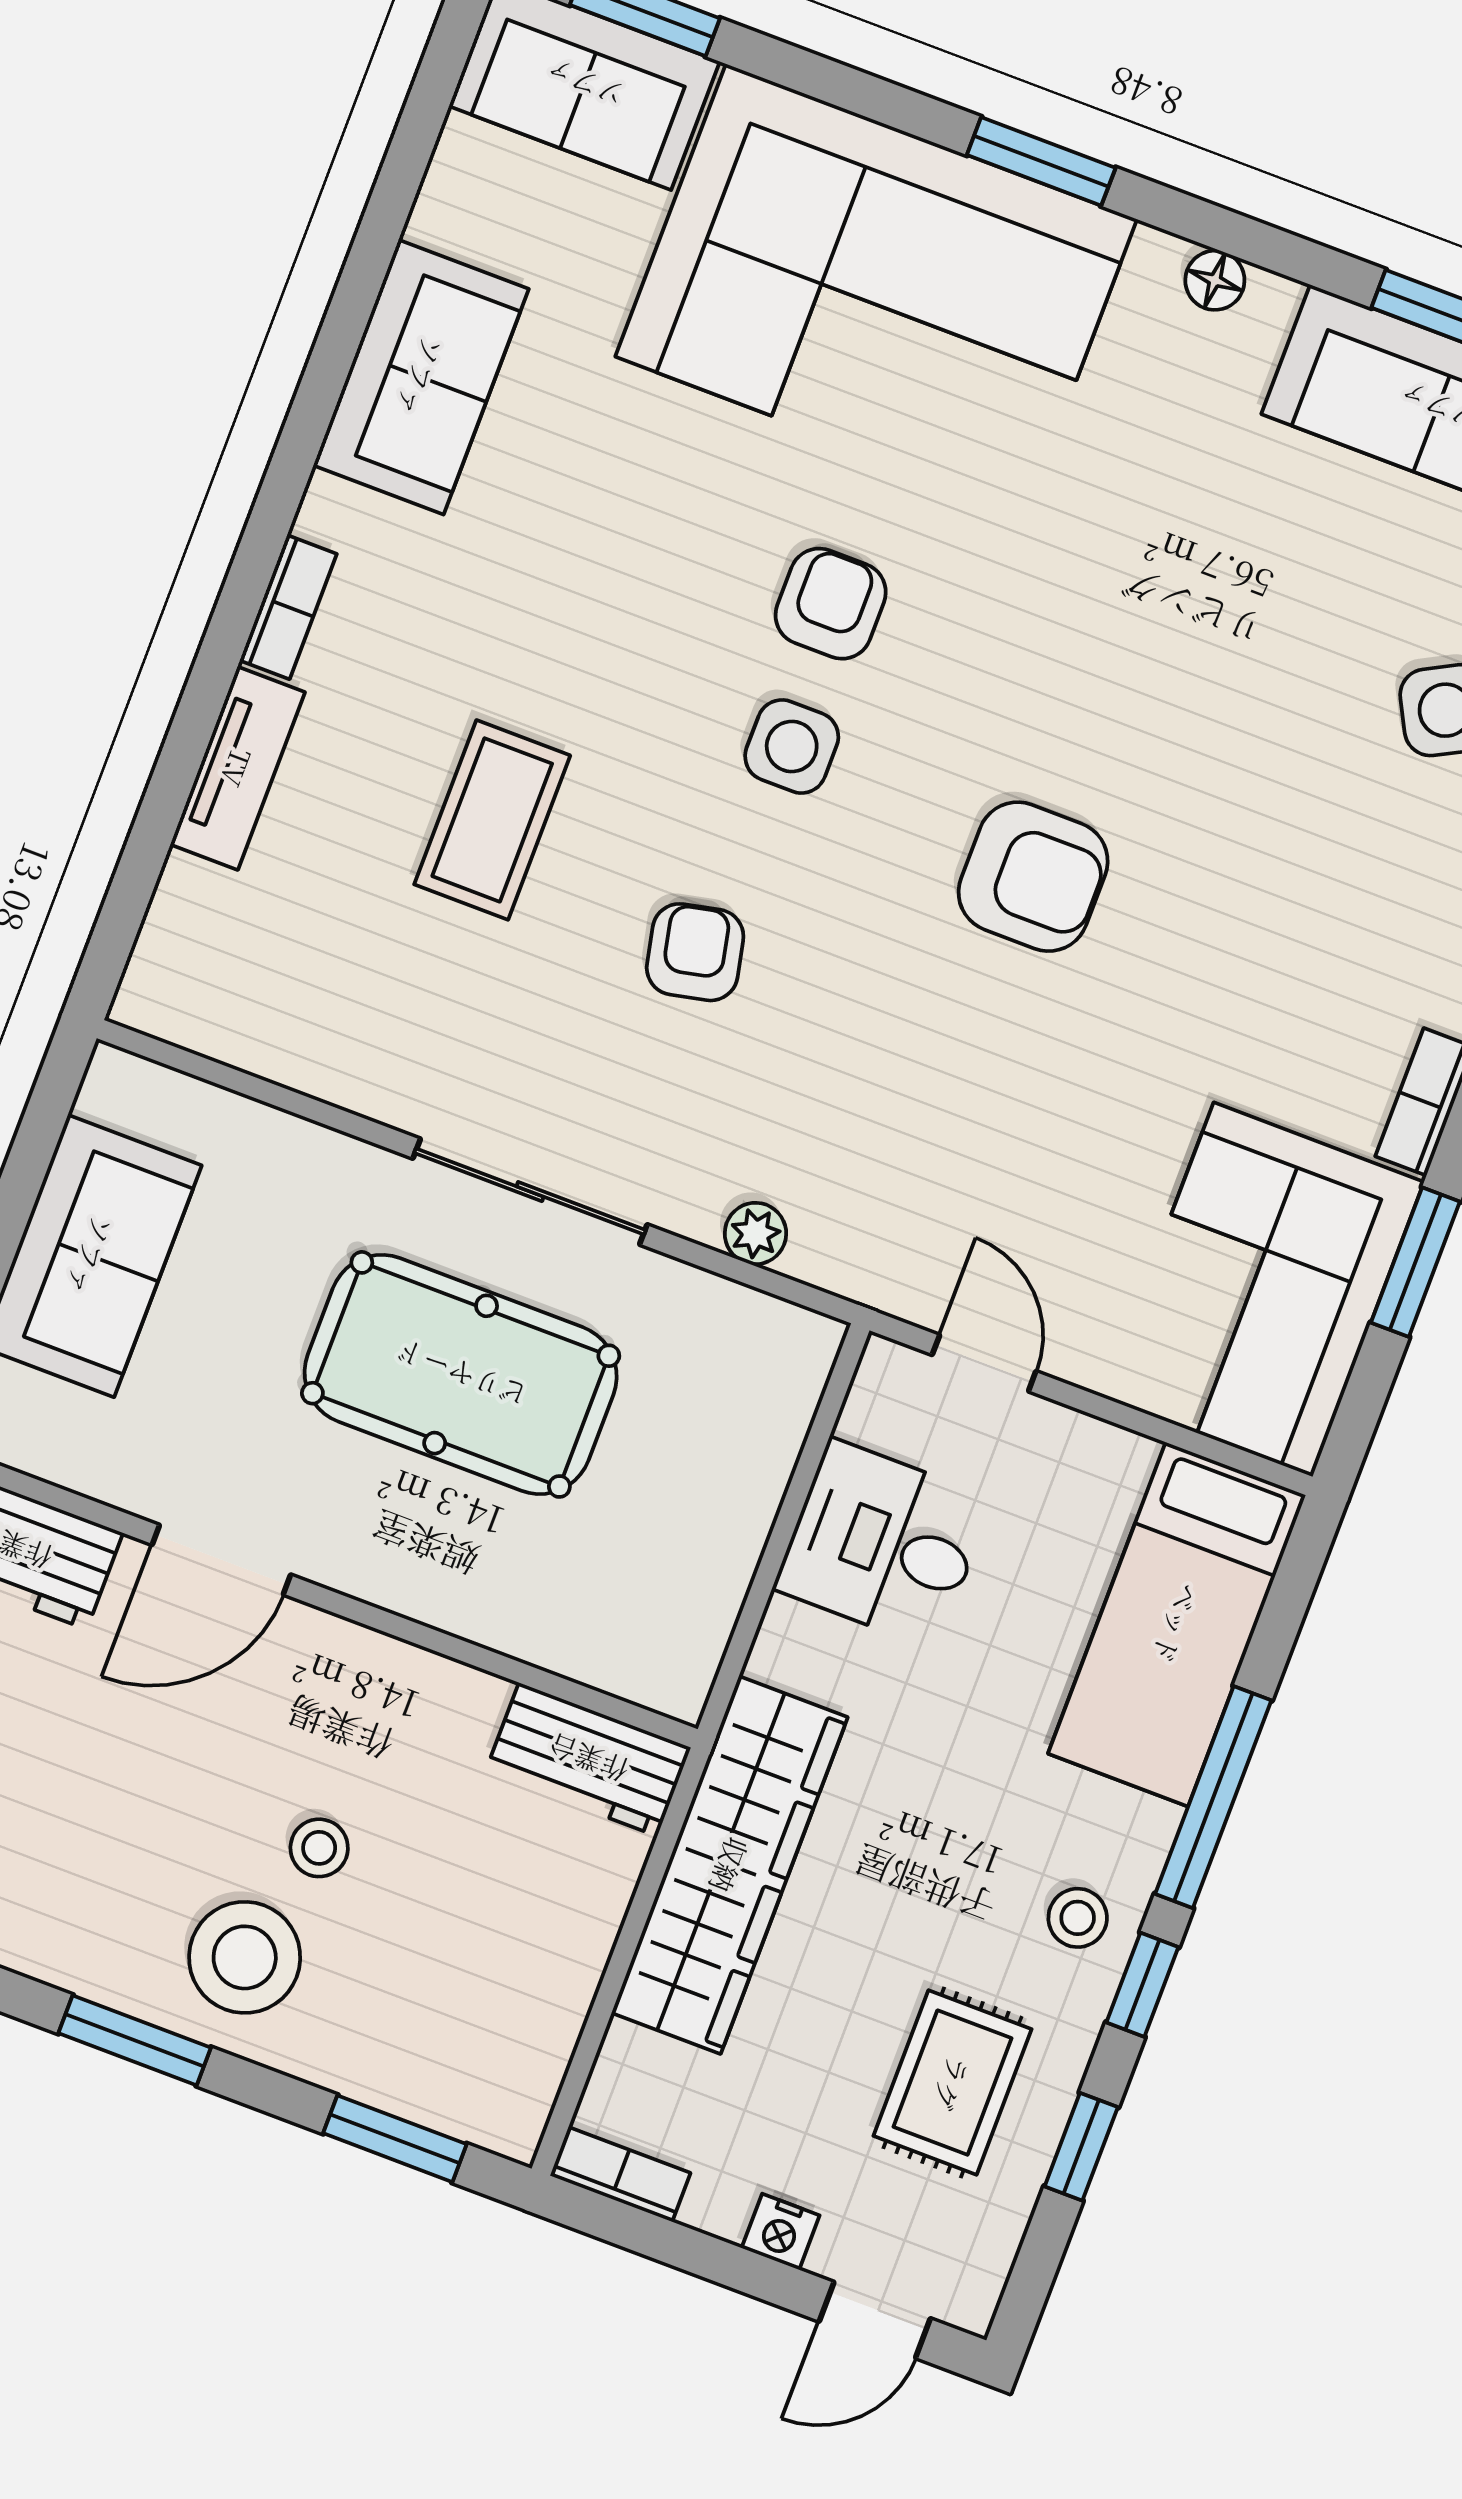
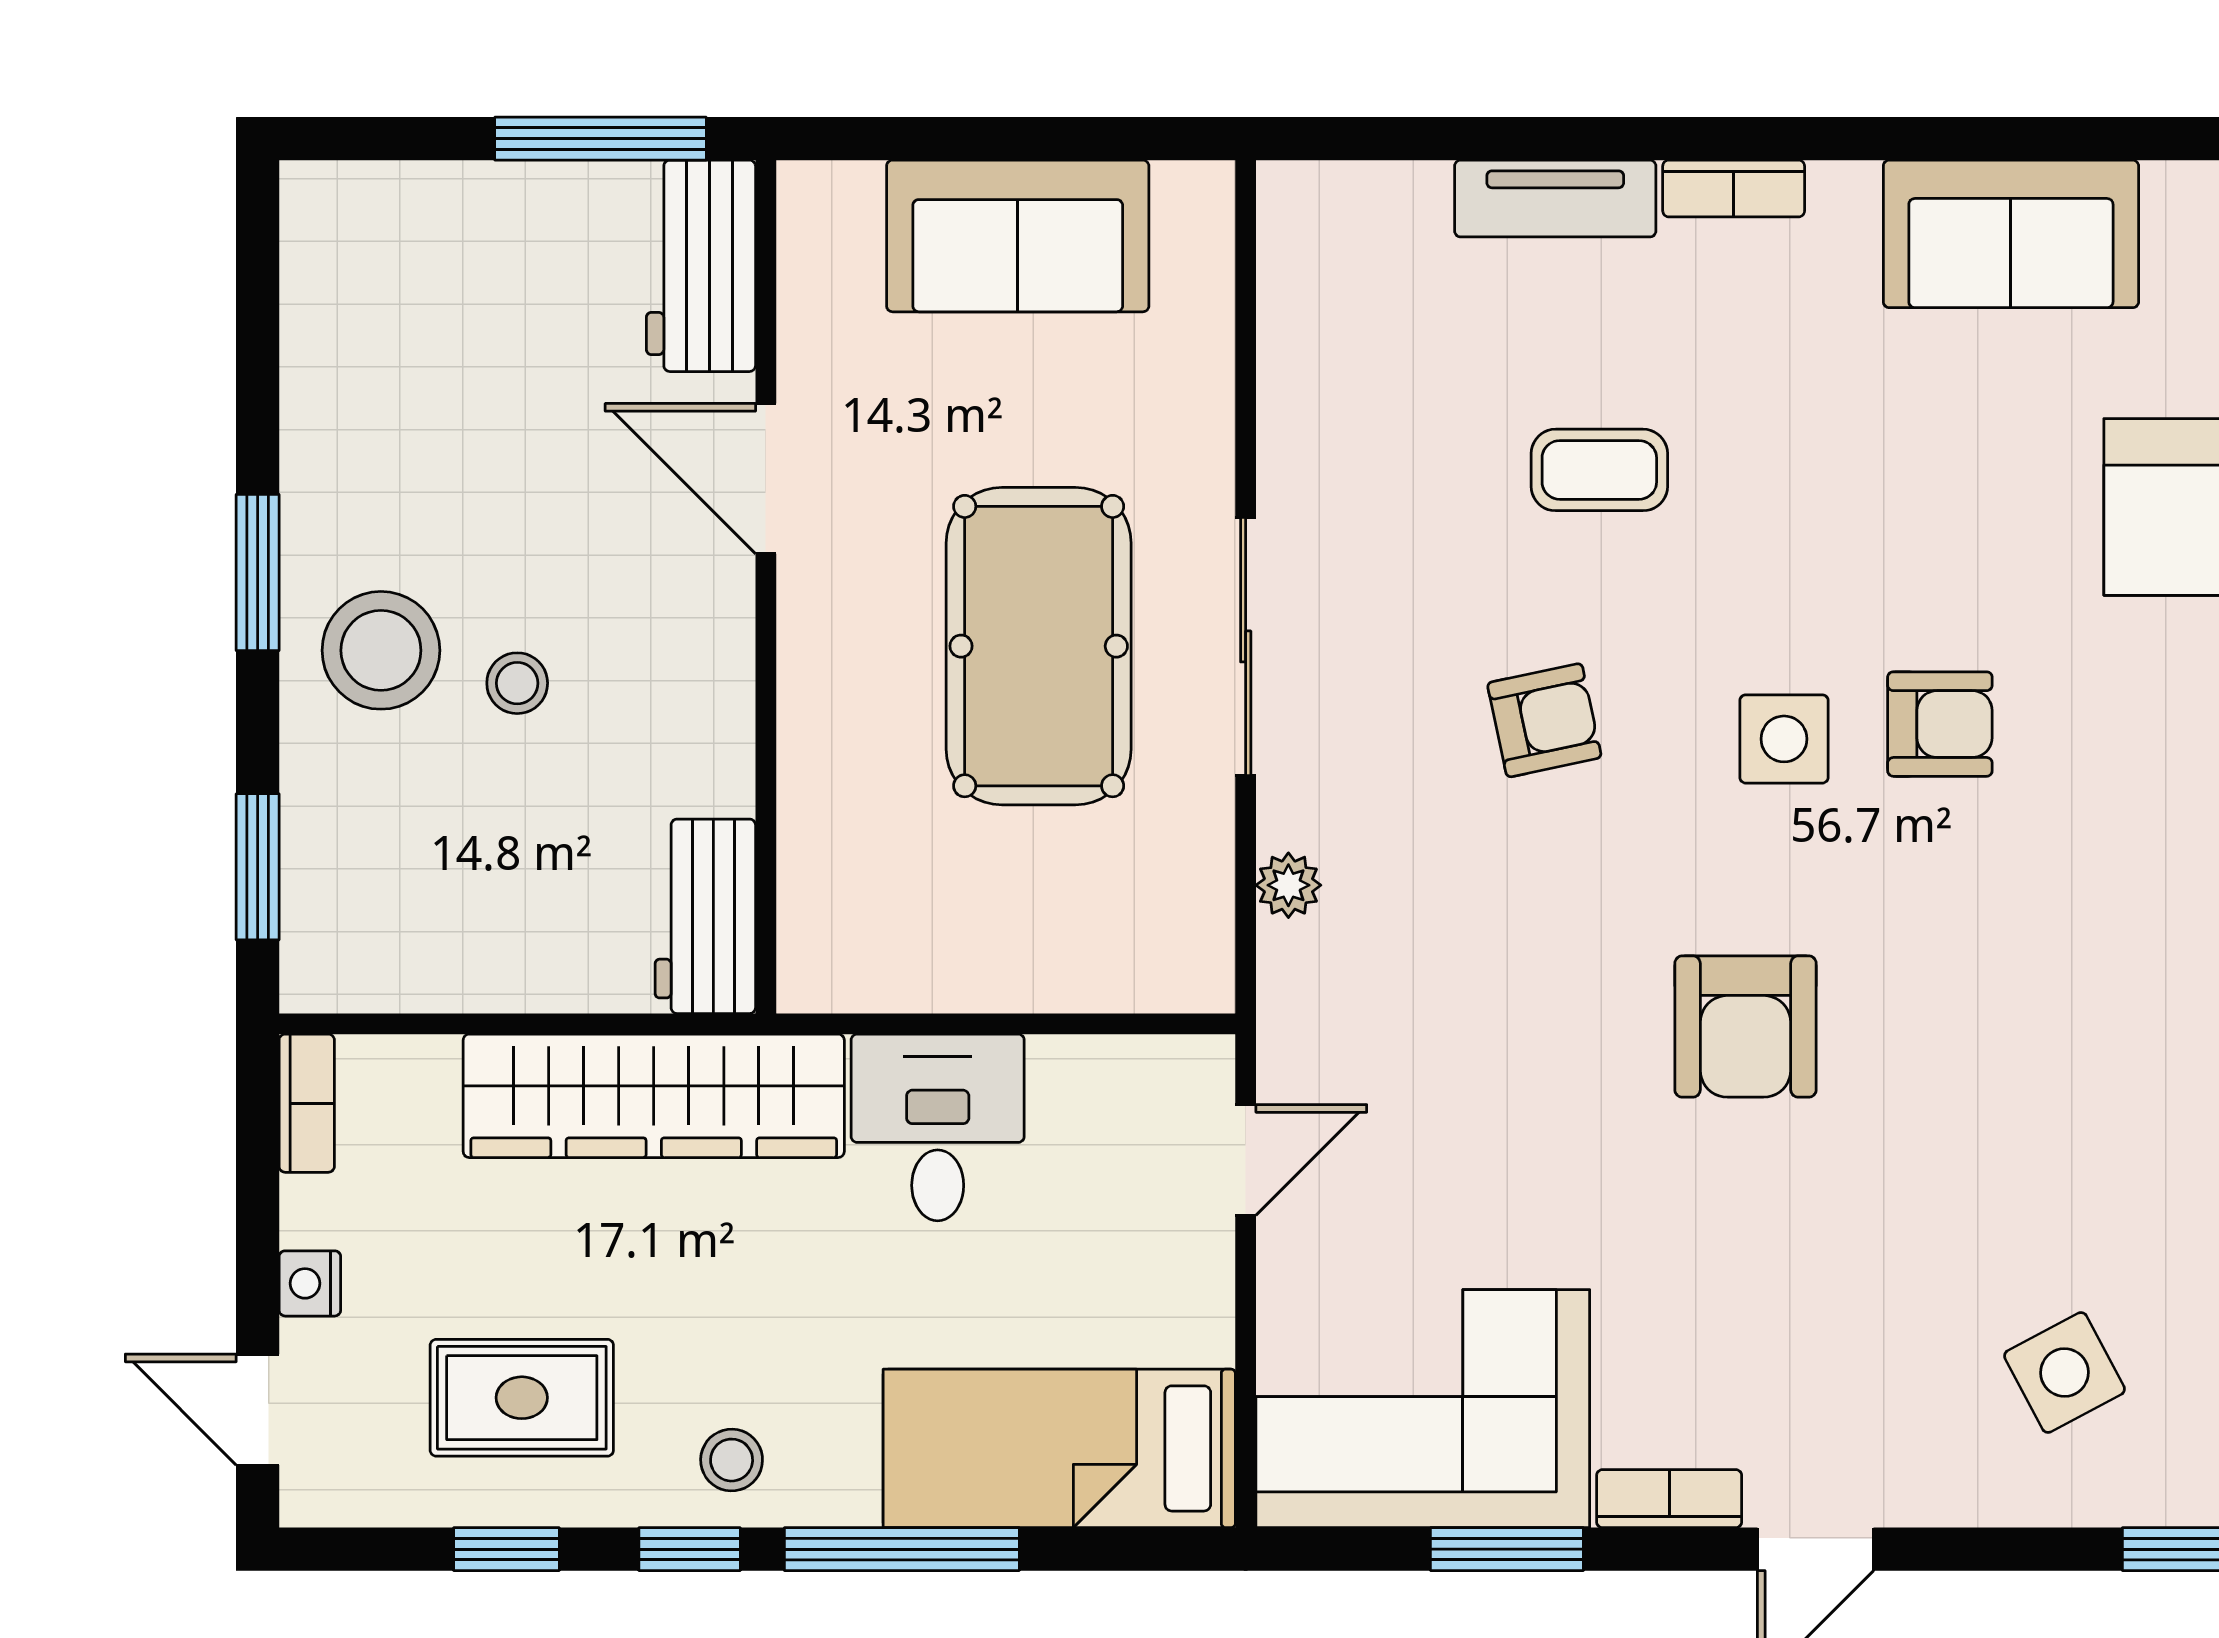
coffee table: (492, 820) -> (1599, 470), width x0.73, depth x0.77
desk: (883, 1544) -> (938, 1127), moved

